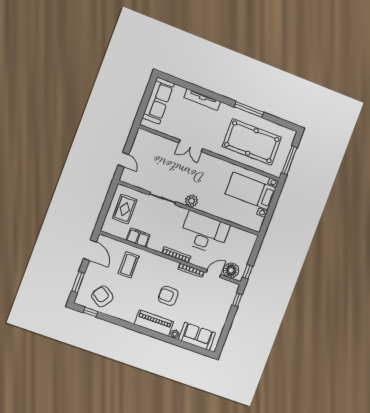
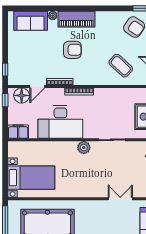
double door: (191, 146) -> (120, 199), moved
filing cabinet: (138, 237) -> (18, 132), moved, turned 180
coffee table: (128, 265) -> (121, 66), turned -47

